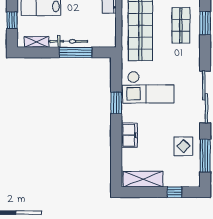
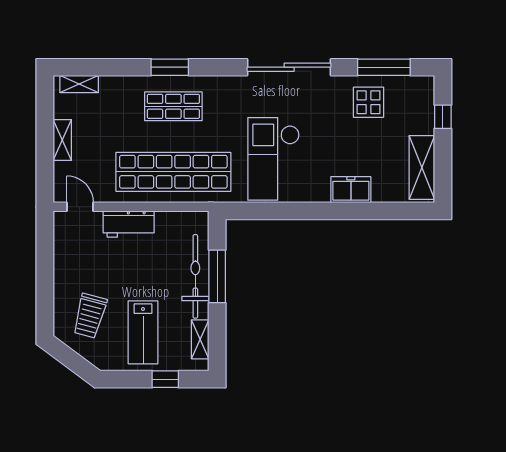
bicycle: (69, 41) -> (195, 276), width x1.37, depth x1.40
checkout: (148, 87) -> (274, 159), turned 180
window: (116, 103) -> (298, 211), removed

